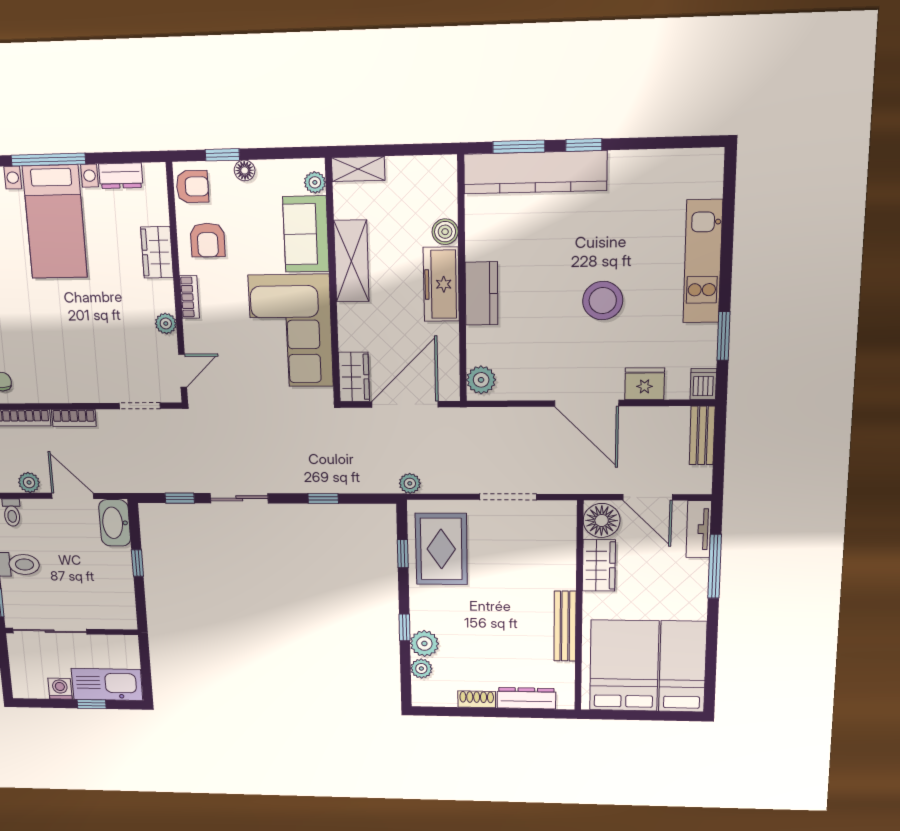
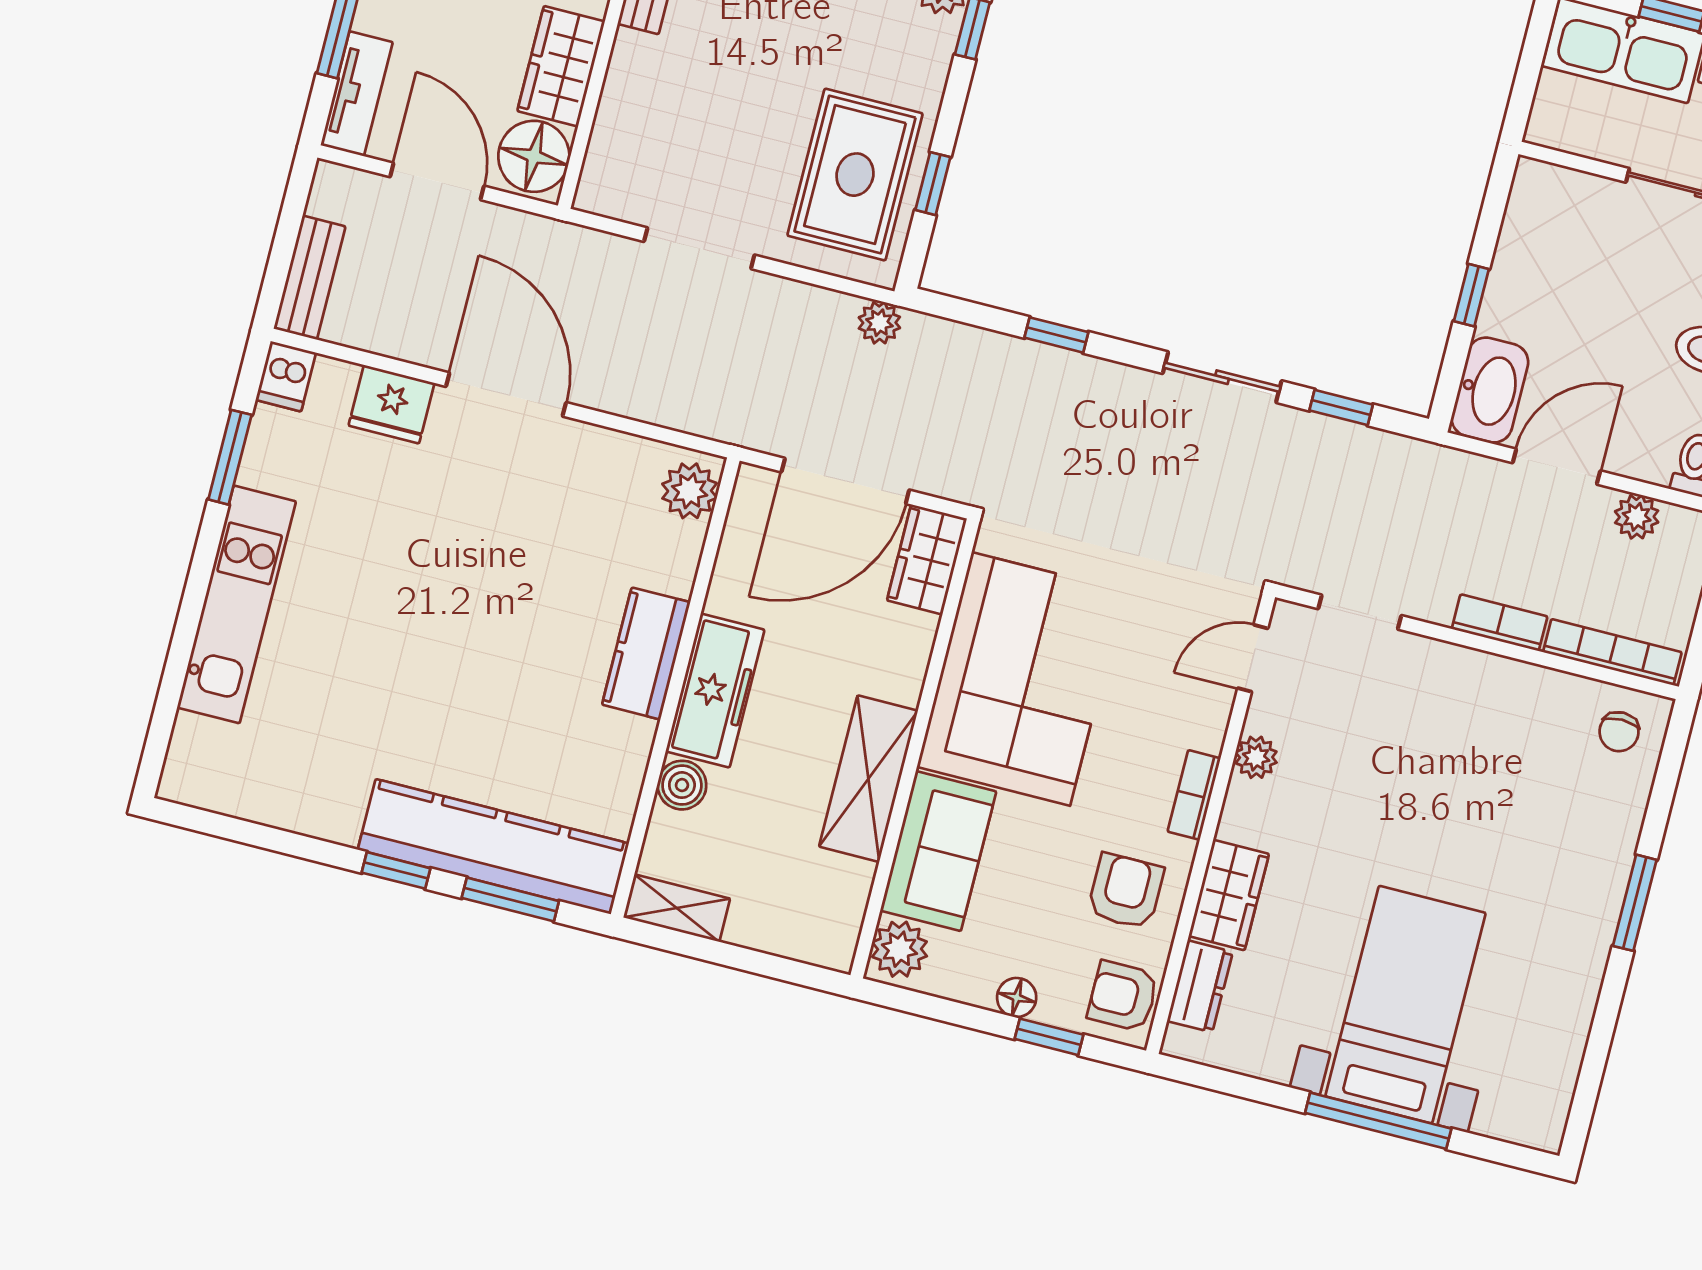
shelving: (358, 169) -> (677, 908), moved
dresser: (121, 176) -> (1200, 986), moved, turned 90
plant: (315, 182) -> (899, 949), width x1.38, depth x1.38
stool: (603, 301) -> (430, 581), removed
door: (73, 496) -> (1556, 467), swing flipped

